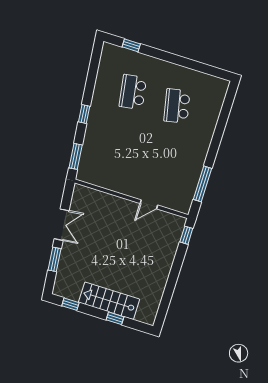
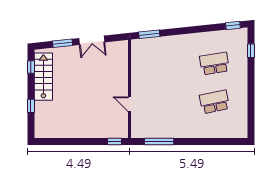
window: (84, 114) -> (233, 25), moved
stairs: (109, 301) -> (43, 77), moved

